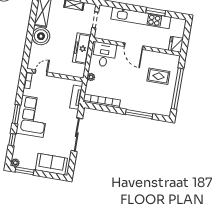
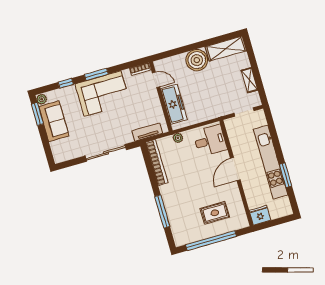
freezer: (82, 49) -> (174, 104), moved, turned 90
rug: (158, 76) -> (215, 213), turned 90
sofa: (51, 164) -> (54, 121), moved

